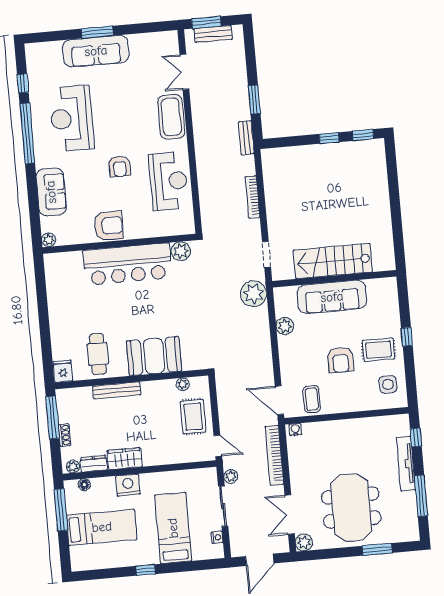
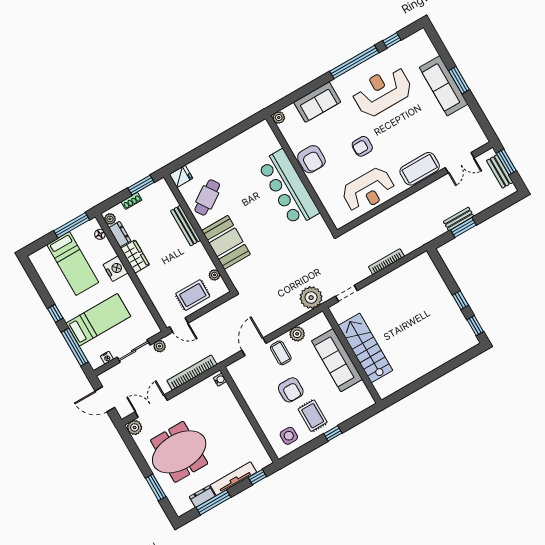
double door: (184, 72) -> (460, 163), swing flipped
bench: (246, 138) -> (459, 219), moved
plant: (181, 251) -> (318, 225), removed
cafe table: (98, 354) -> (207, 197), turned -34
armchair: (341, 360) -> (291, 390), turned -90
coffee table: (312, 399) -> (281, 353), moved, turned 90
door: (279, 400) -> (254, 347), moved
window: (53, 417) -> (141, 185), width x0.69
door: (218, 446) -> (179, 325), hinge flipped
dresser: (409, 505) -> (202, 497), added
window: (190, 566) -> (75, 347), added

